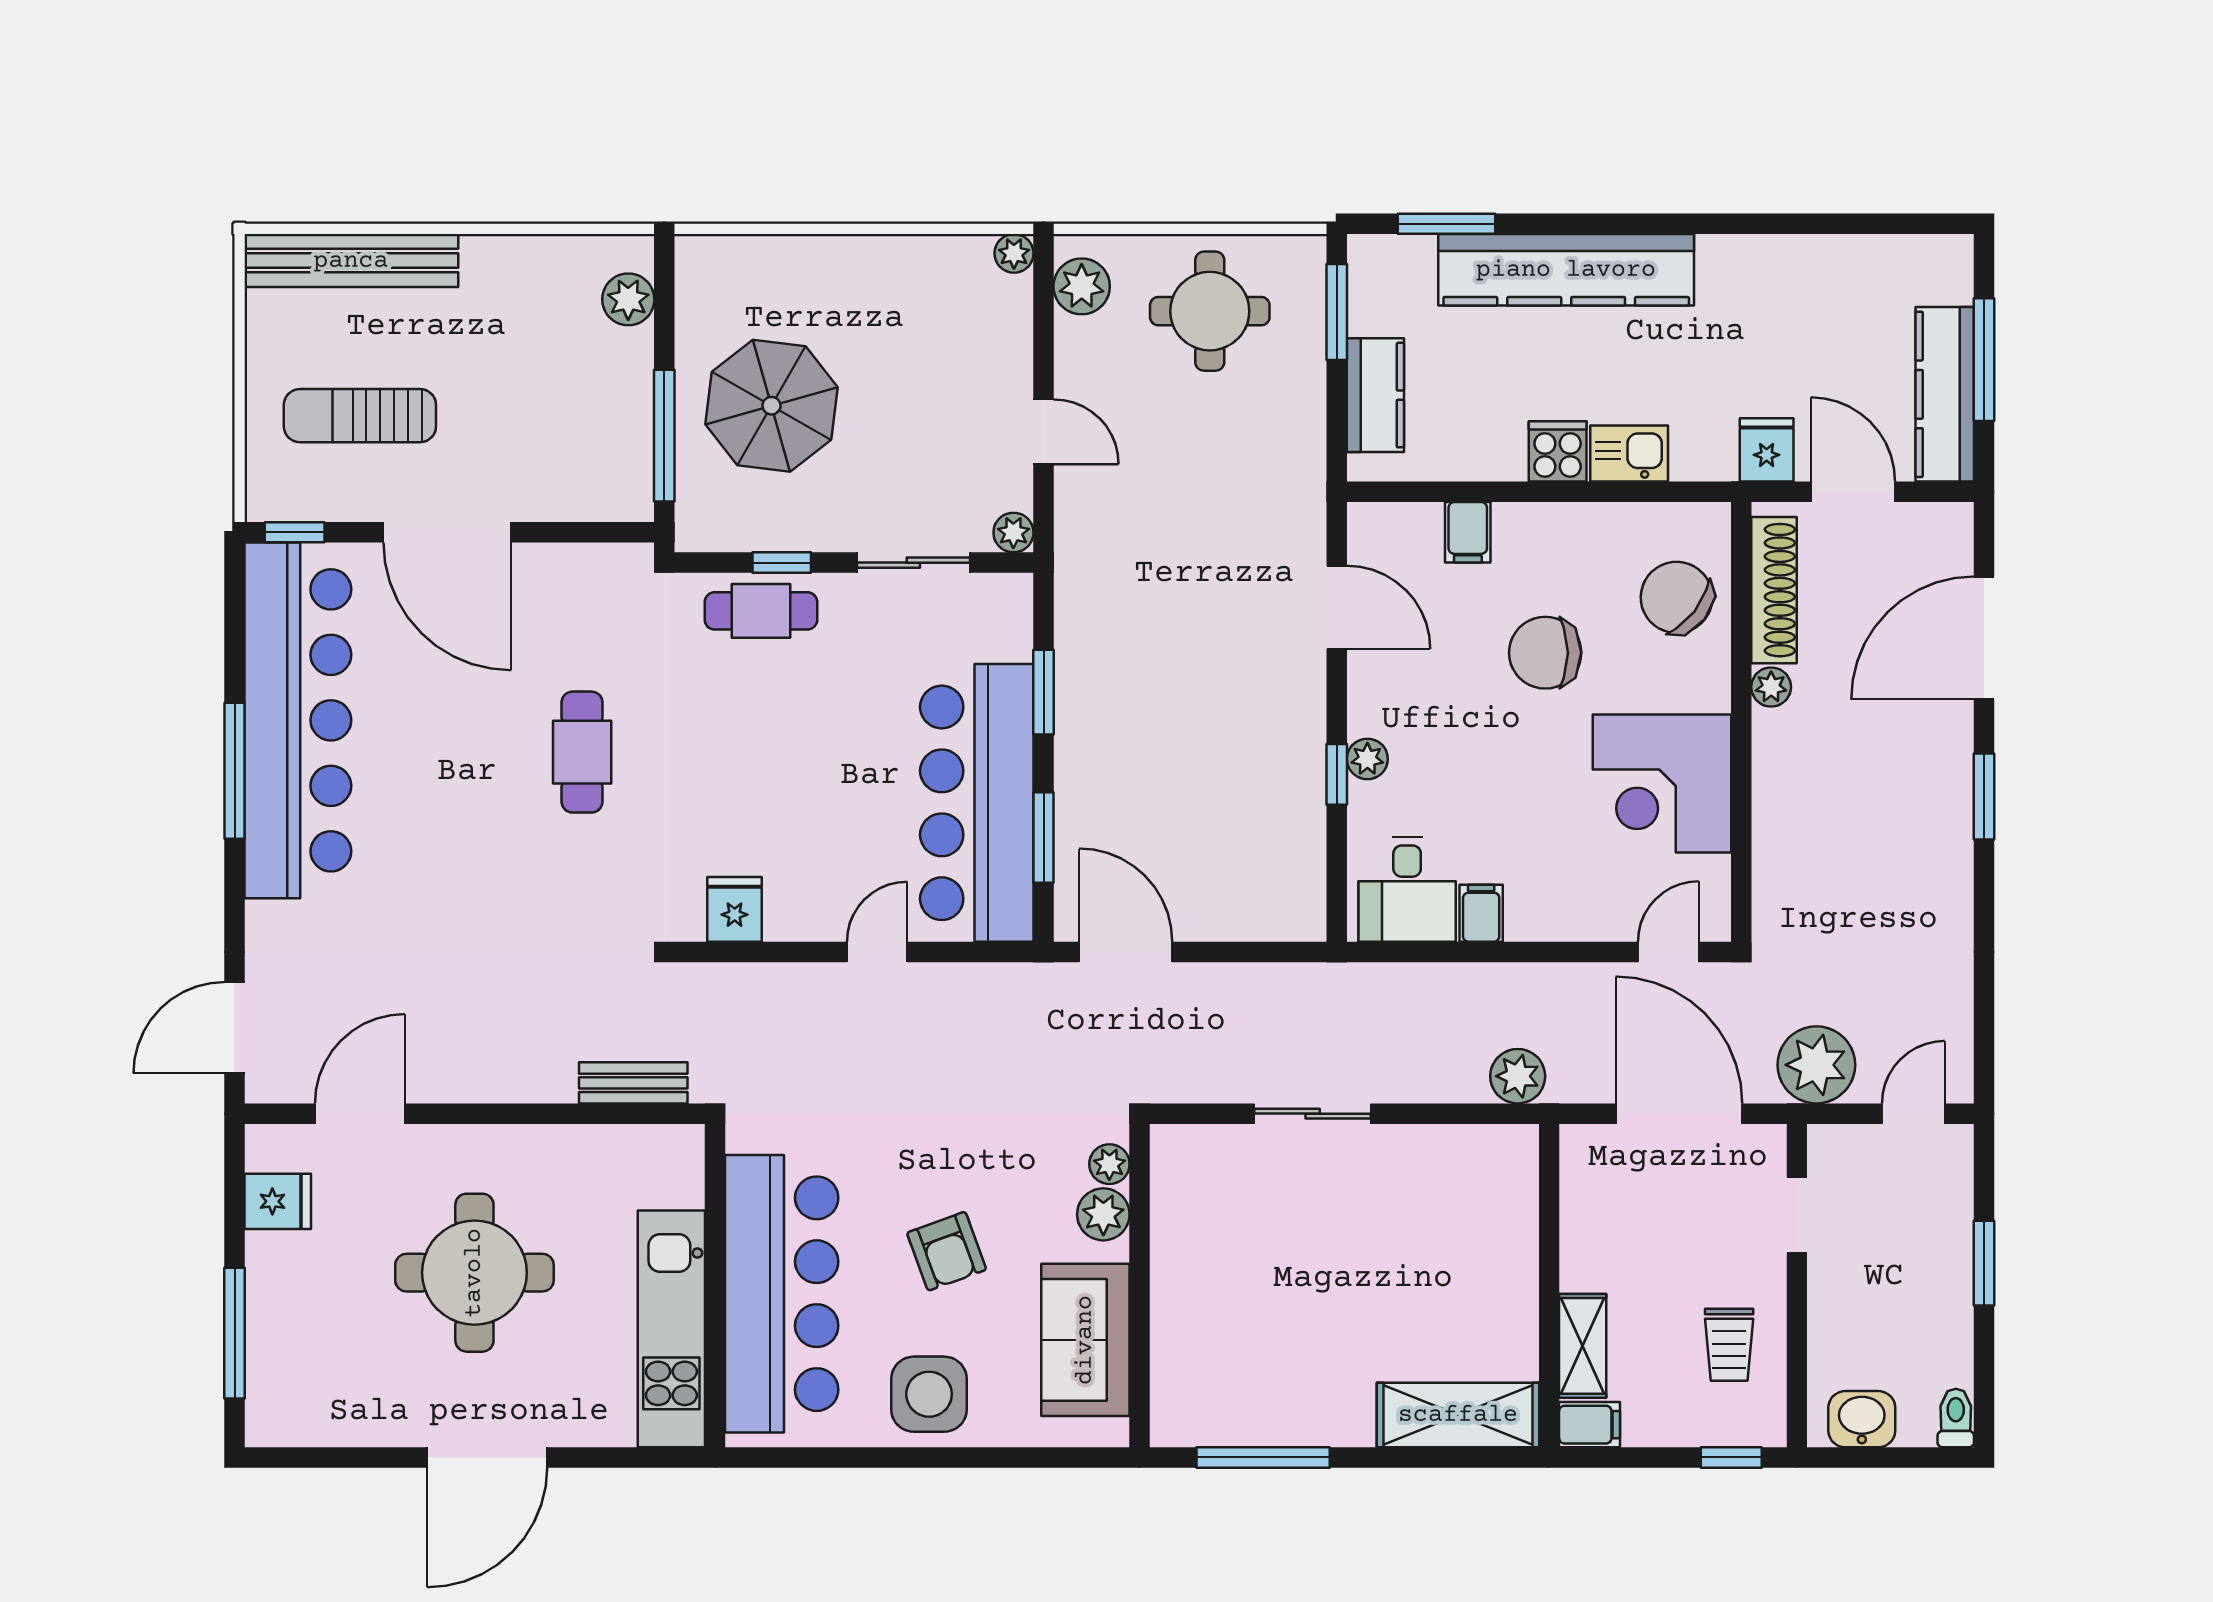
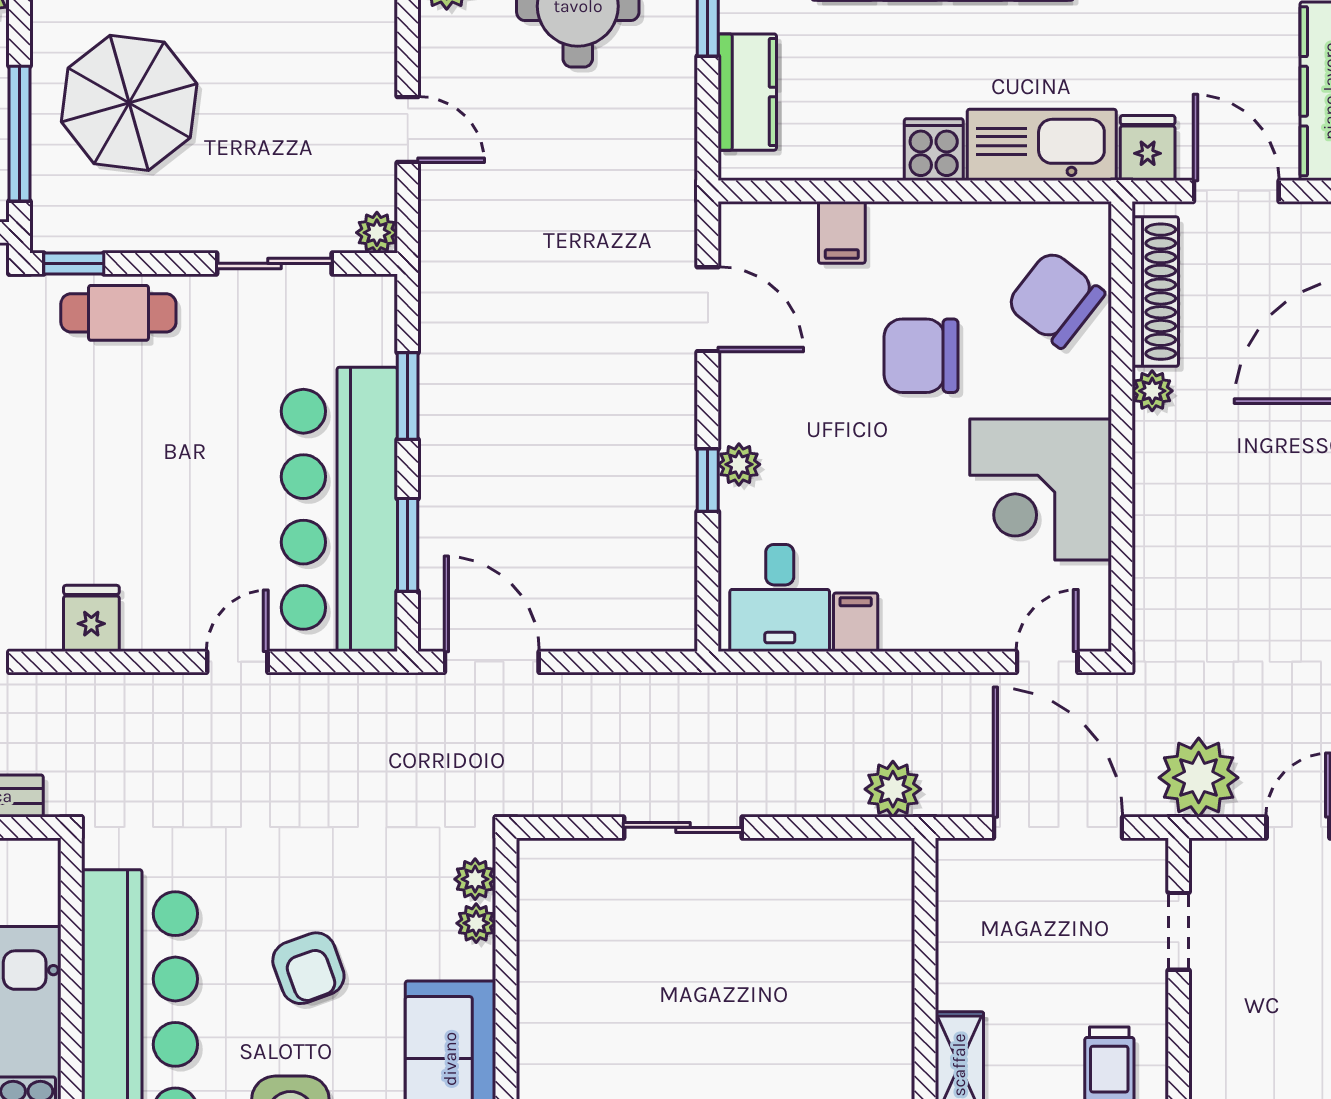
kitchen sink: (1629, 454) -> (1042, 145), width x1.87, depth x1.24
window: (782, 563) -> (74, 263), moved
plant: (1103, 1214) -> (476, 923), width x0.73, depth x0.73

